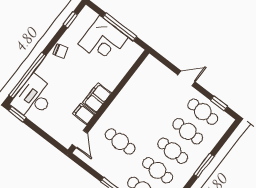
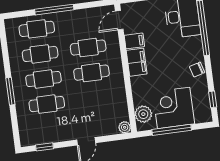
plant: (128, 57) -> (143, 114), added
plant: (150, 61) -> (125, 127), added
cafe table: (203, 112) -> (91, 73), moved
door: (80, 139) -> (119, 20), hinge flipped

